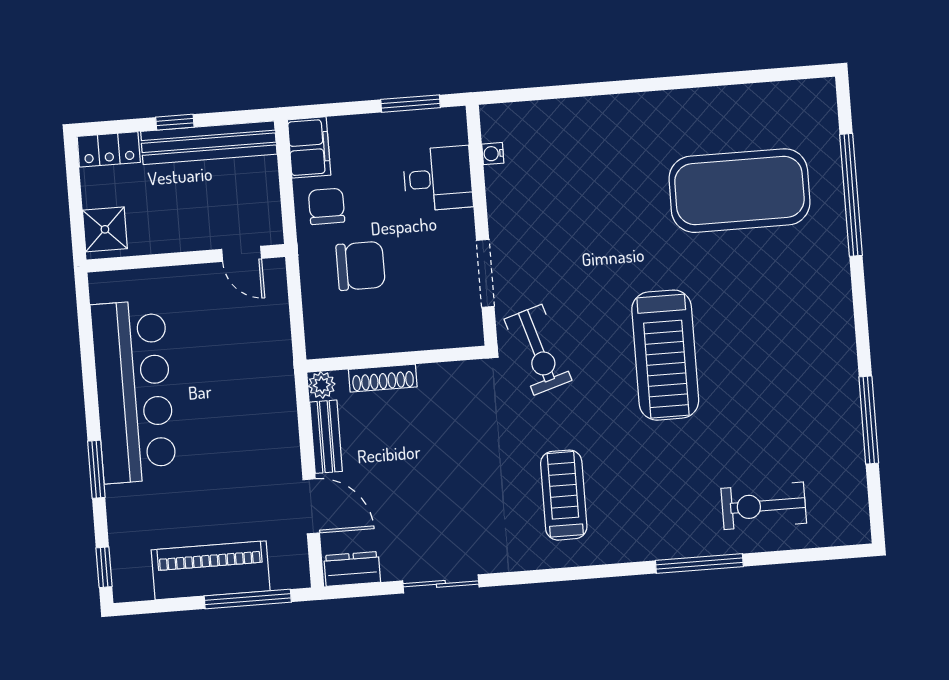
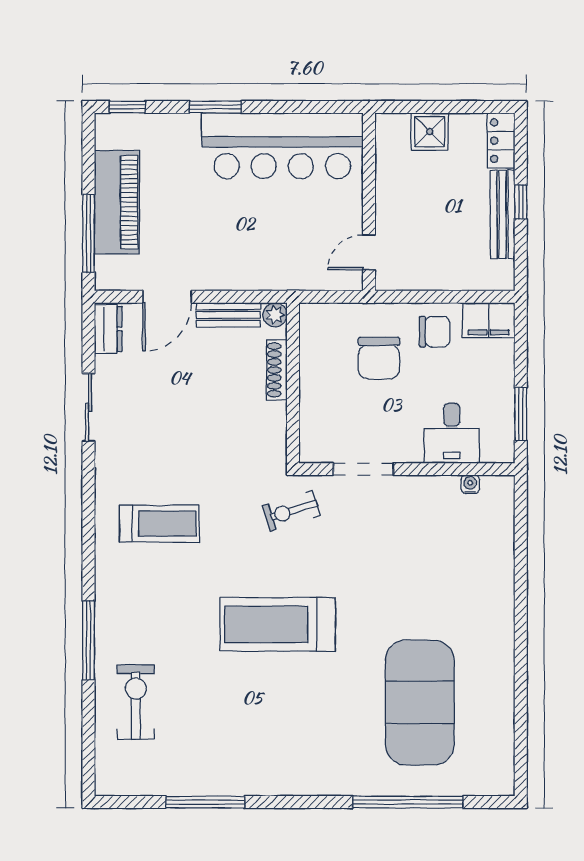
bench: (209, 143) -> (503, 214), width x0.73, depth x0.82
door: (242, 254) -> (369, 252), moved
wall: (186, 258) -> (369, 202), moved
exercise bike: (538, 350) -> (291, 511), width x0.73, depth x0.72

